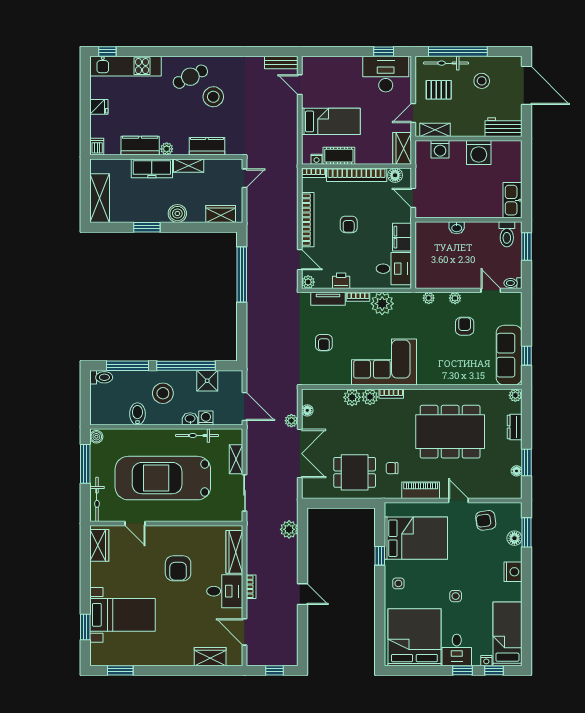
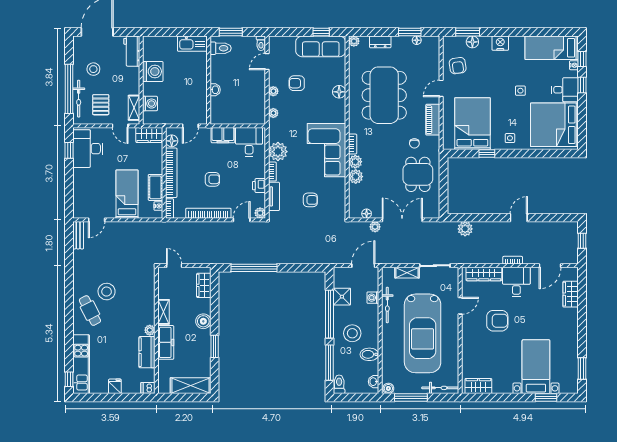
kitchen counter: (207, 146) -> (148, 297), removed
floor lamp: (454, 377) -> (339, 92), added
washbasin: (190, 419) -> (374, 382), moved
door: (135, 523) -> (460, 306), moved

